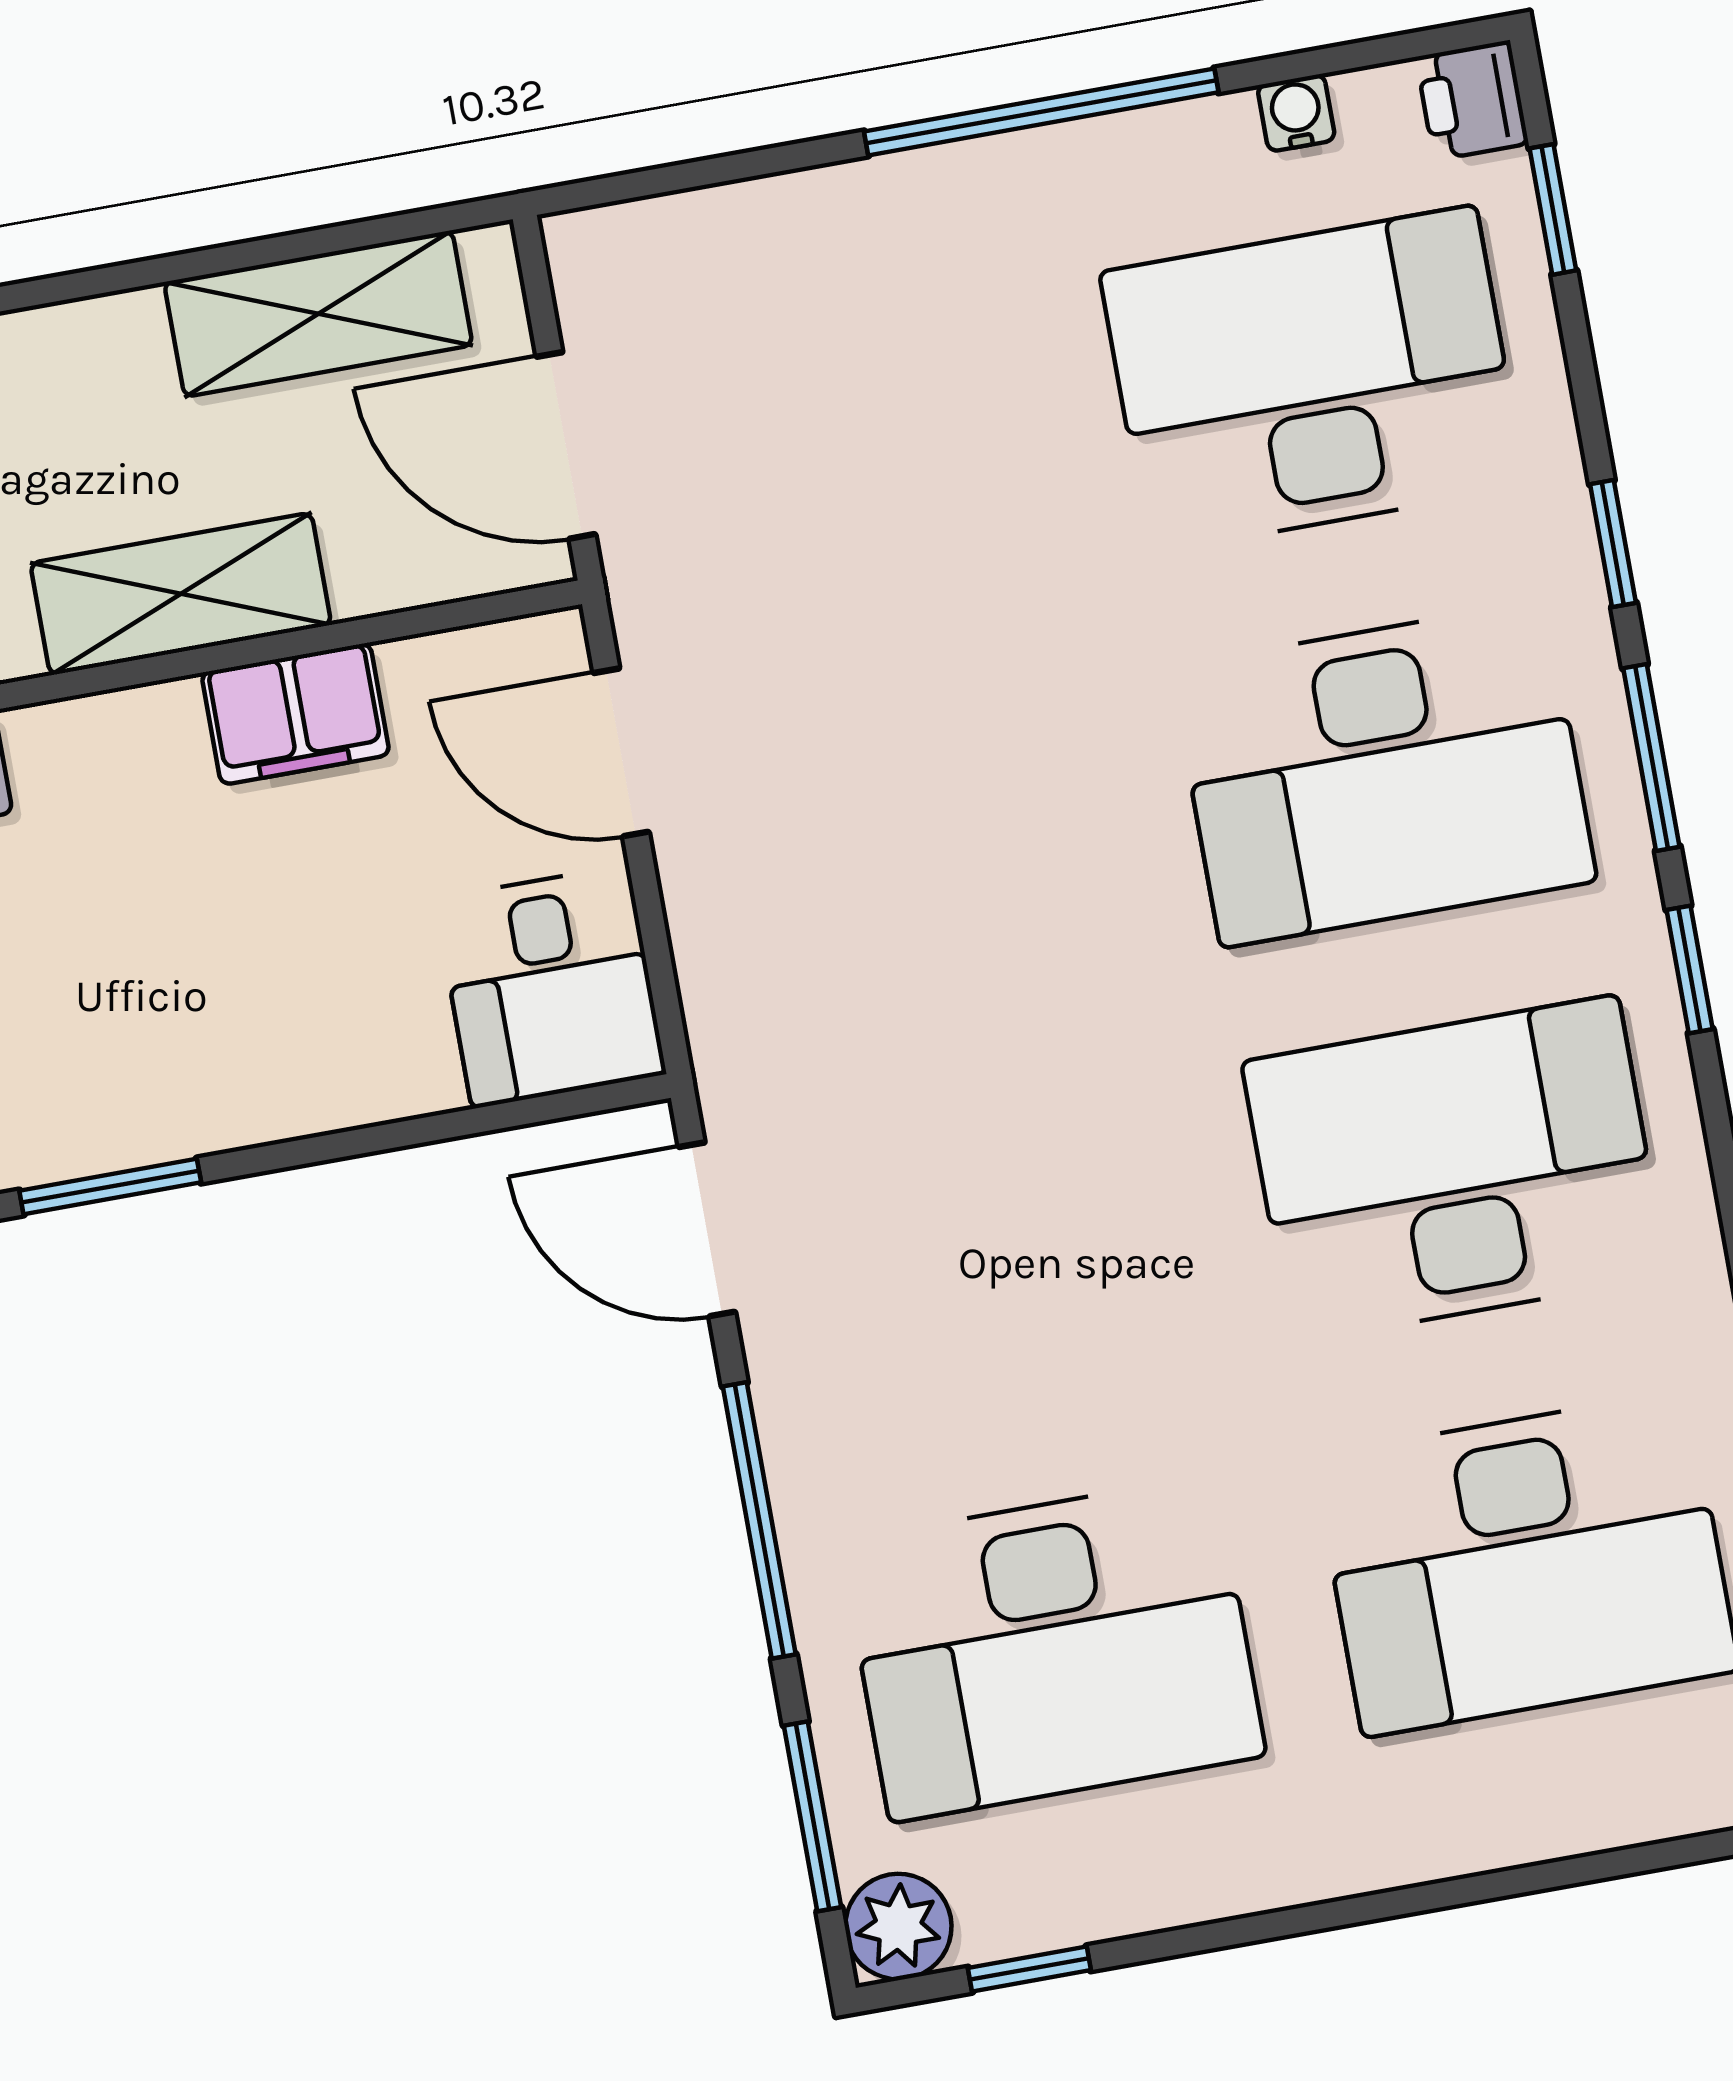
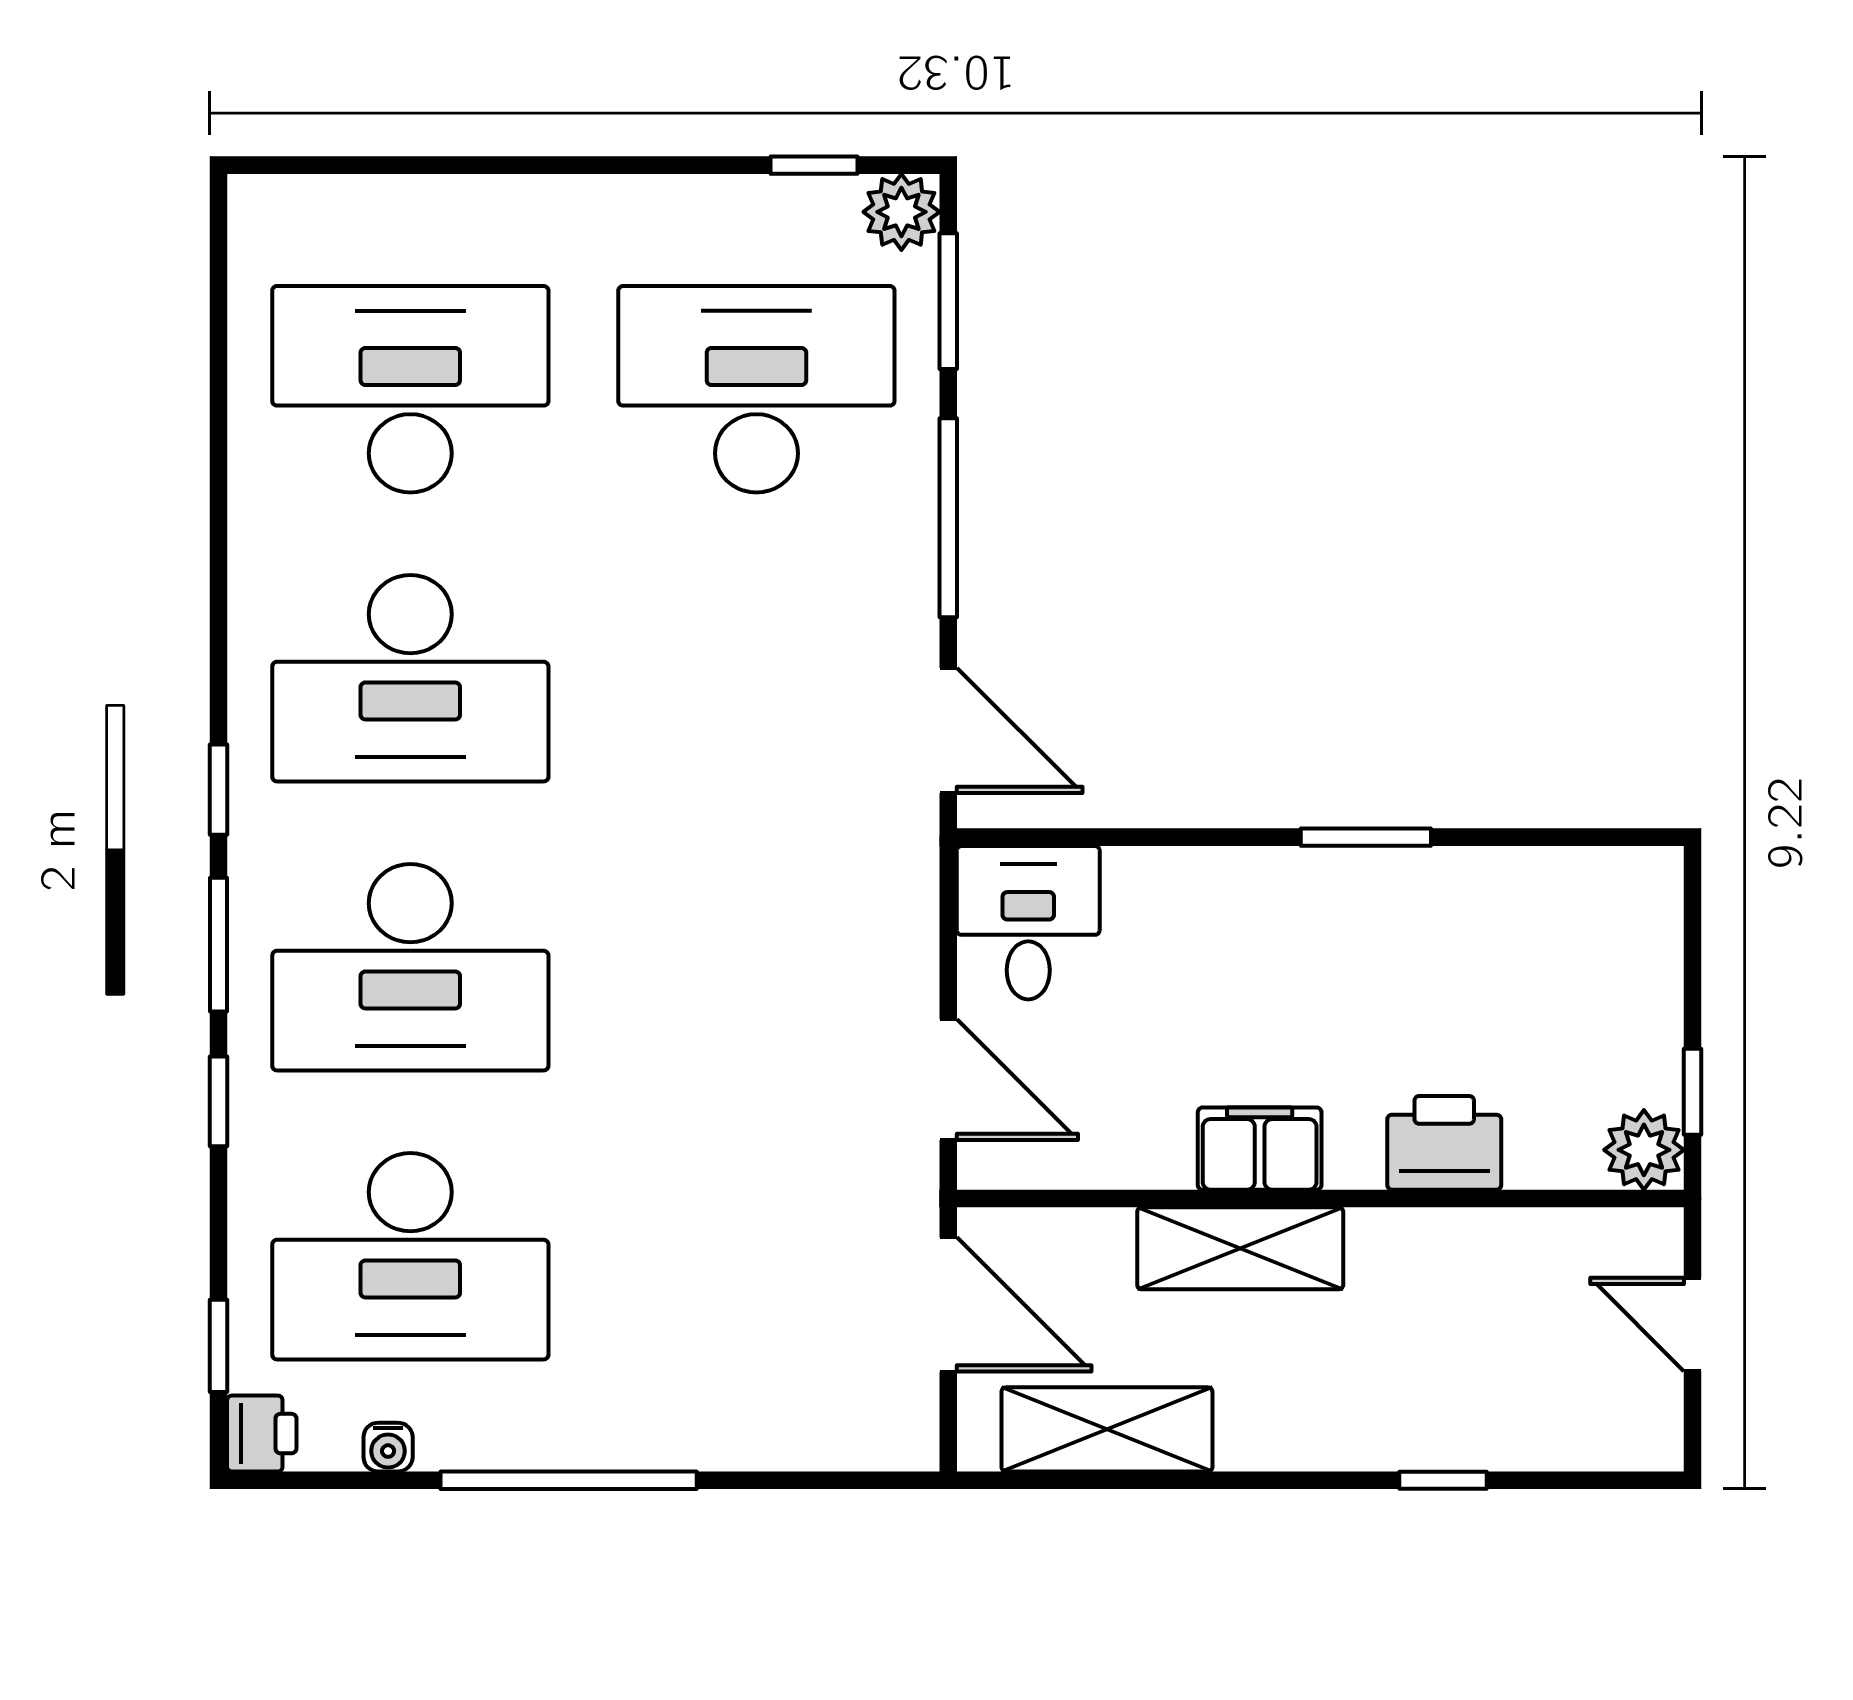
filing cabinet: (296, 714) -> (1260, 1149), moved
desk: (1384, 774) -> (410, 967), turned 180

